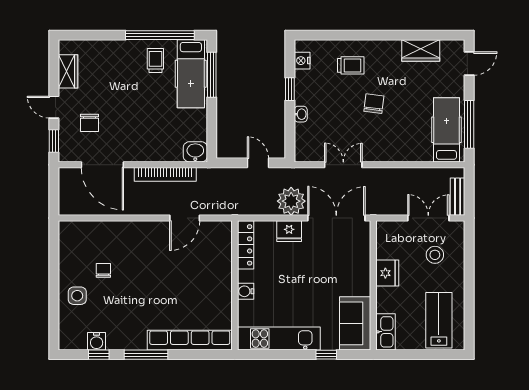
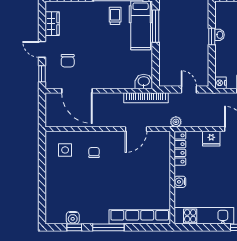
nightstand: (302, 61) -> (221, 83), moved
washbasin: (301, 114) -> (220, 35), moved
bookcase: (165, 174) -> (146, 98), moved
plant: (291, 201) -> (176, 122), moved, width x0.53, depth x0.53
chair: (103, 270) -> (94, 153), moved
side table: (77, 296) -> (65, 150), moved

